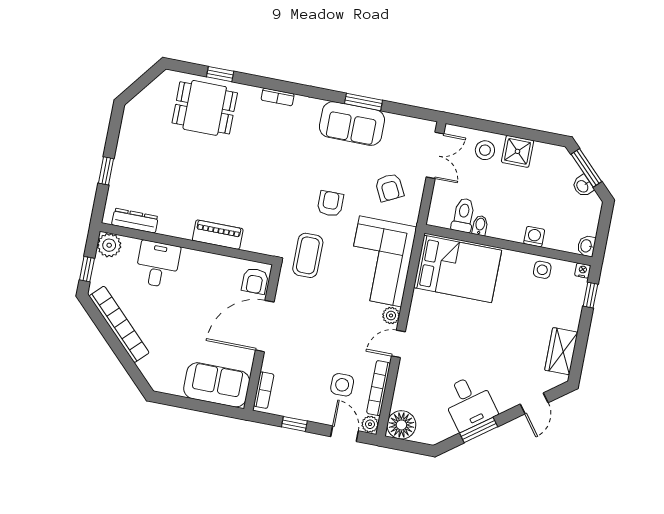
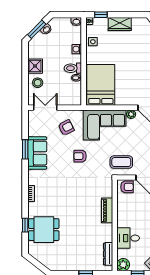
dining table: (205, 108) -> (44, 230), turned 90
toilet: (463, 215) -> (73, 68), moved
coffee table: (308, 255) -> (121, 162), moved
wardrobe: (561, 351) -> (120, 24), moved

